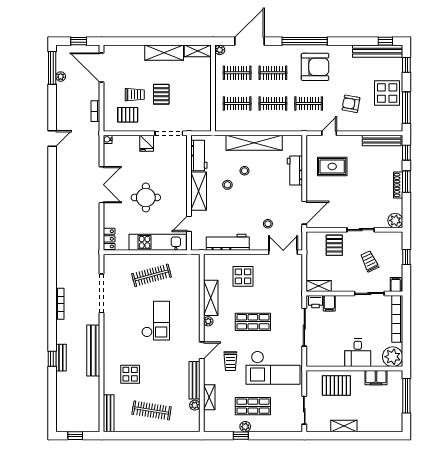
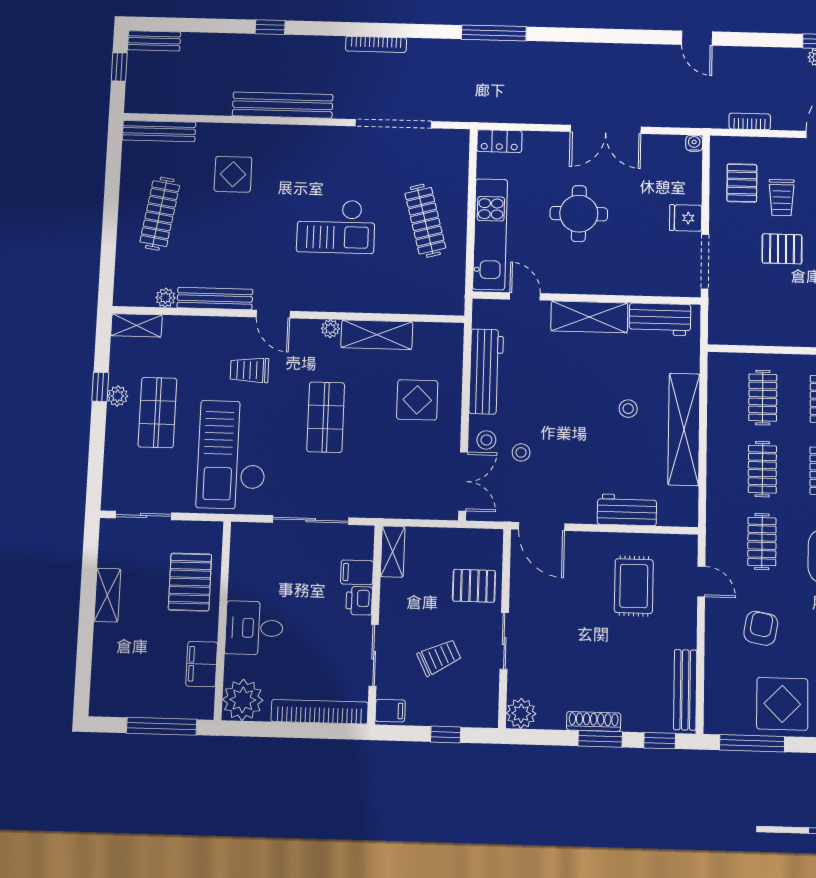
stool: (227, 185) -> (486, 440), moved
window: (52, 243) -> (494, 33), added
printer: (315, 302) -> (359, 601), moved
bench: (61, 358) -> (154, 41), moved
shelving: (209, 397) -> (136, 325), moved

